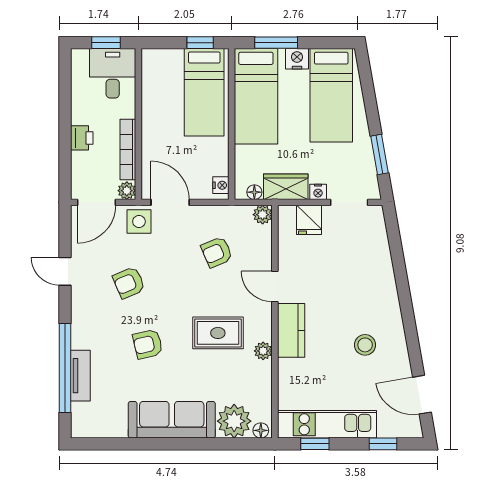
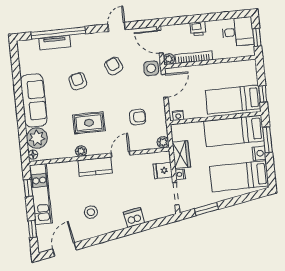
desk: (113, 73) -> (238, 32), moved
floor lamp: (254, 192) -> (176, 136), removed
armchair: (217, 252) -> (138, 117), turned 113
dishwasher: (381, 275) -> (134, 218), added
rug: (218, 333) -> (89, 123), turned 90

